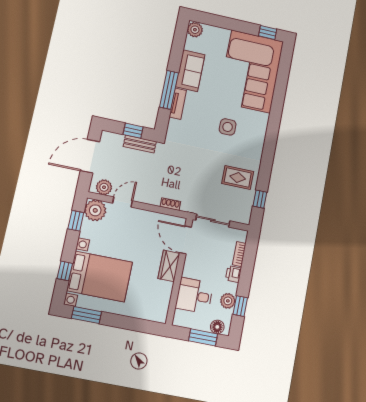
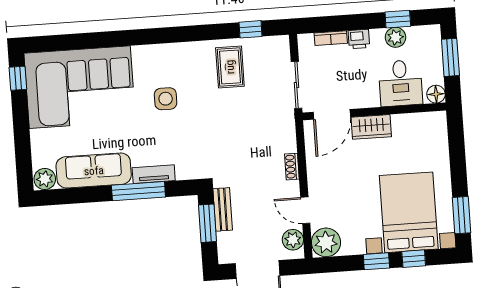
sofa: (190, 71) -> (94, 171), width x1.36
window: (133, 131) -> (208, 223), width x1.50
shoe rack: (170, 204) -> (292, 167), moved
window: (76, 221) -> (376, 261), moved
floor lamp: (217, 327) -> (436, 94), moved

